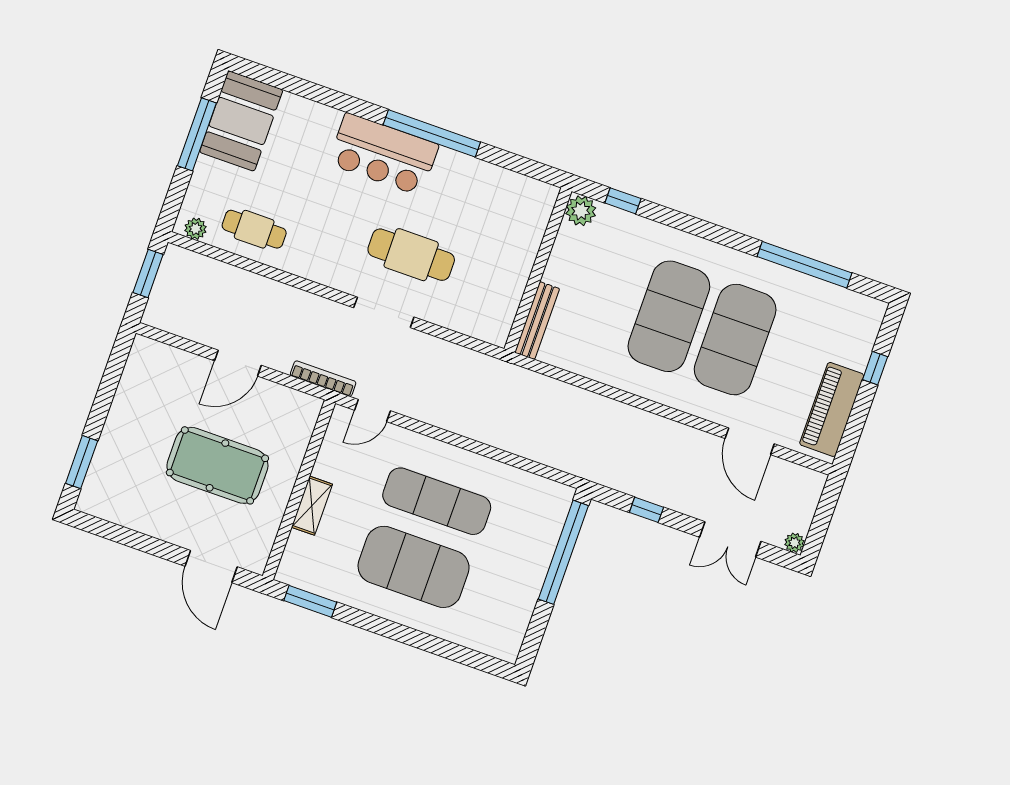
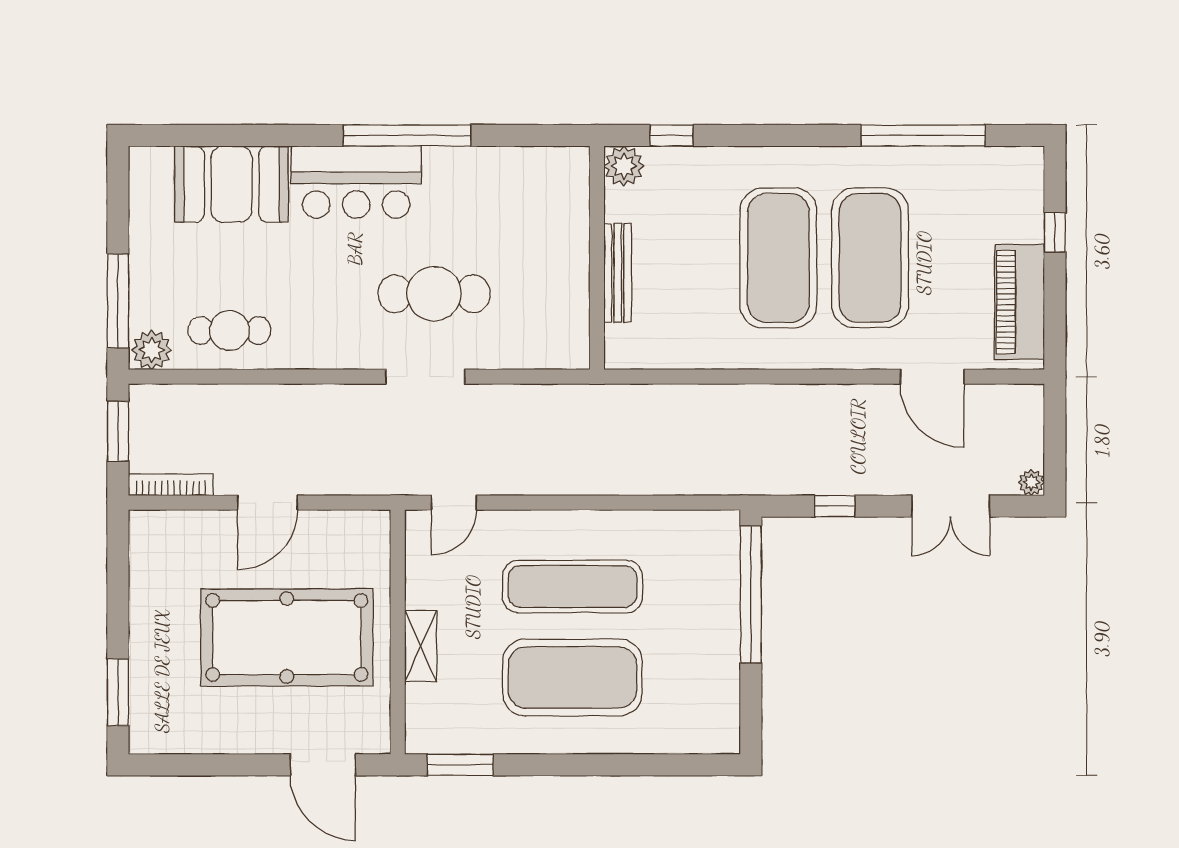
booth: (241, 121) -> (232, 184), moved, turned 90
window: (197, 134) -> (118, 301), moved
plant: (196, 229) -> (152, 350), width x1.38, depth x1.38
bench: (537, 321) -> (618, 273), moved
bookcase: (323, 379) -> (171, 485), moved
pool table: (217, 465) -> (287, 638), width x1.36, depth x1.32

